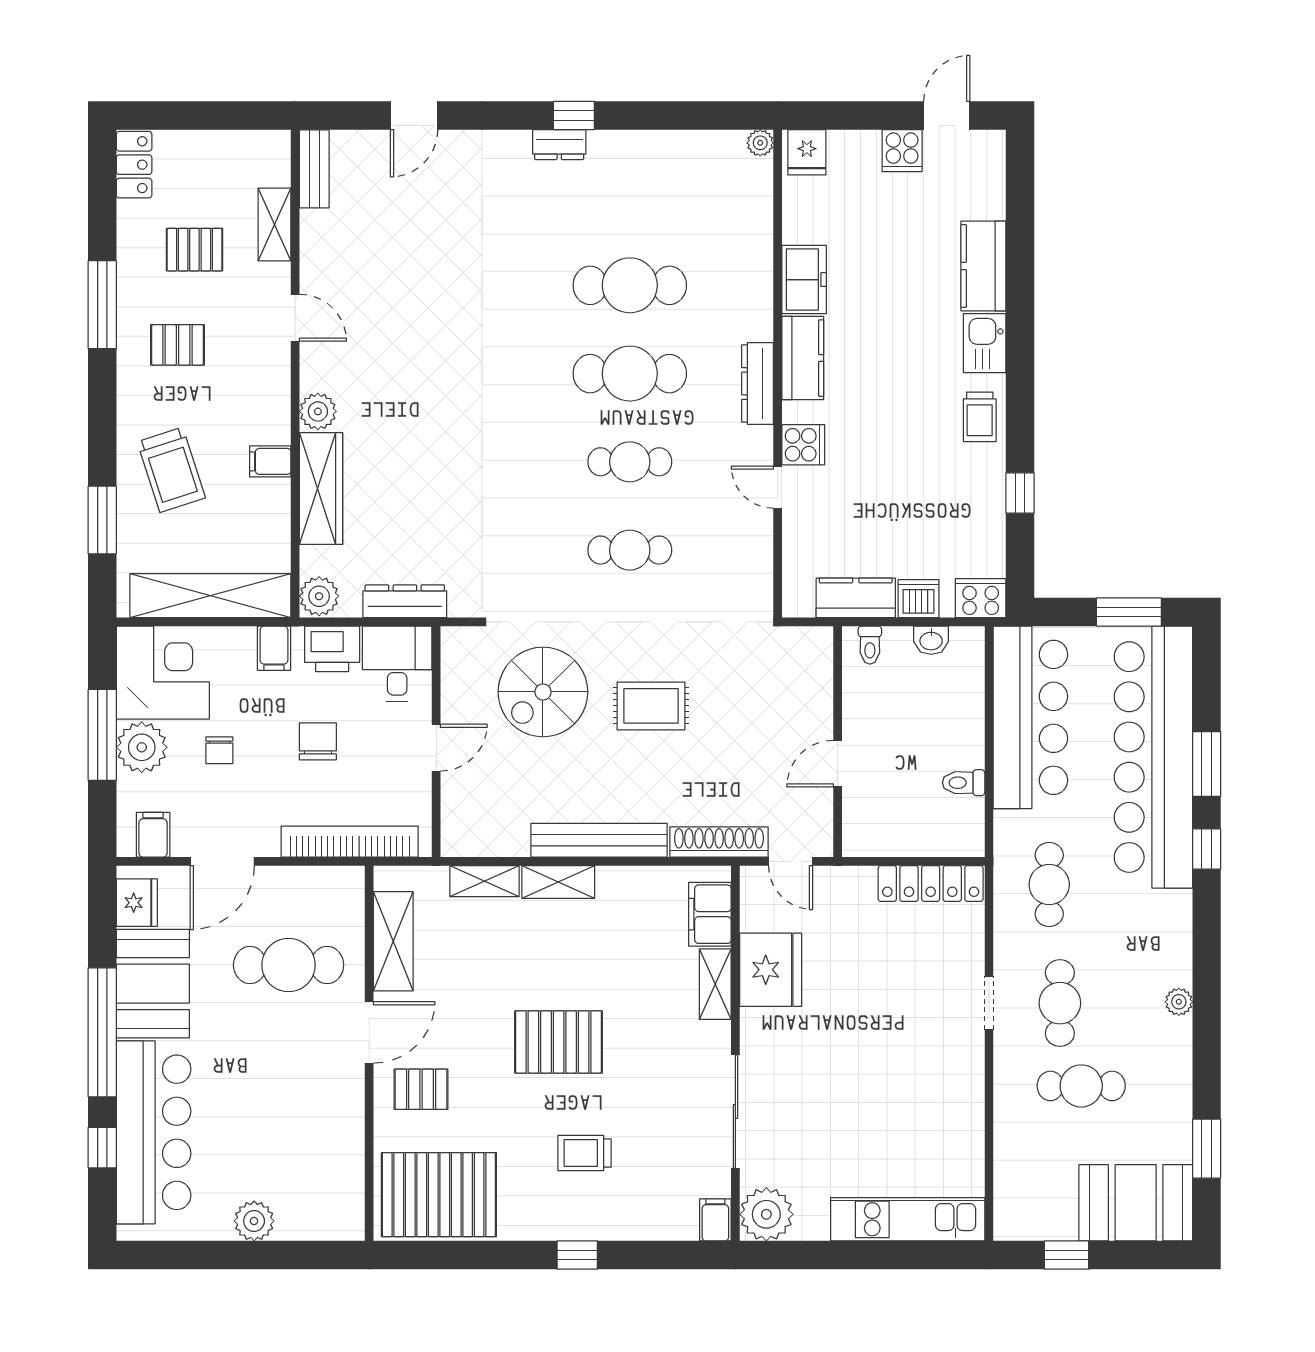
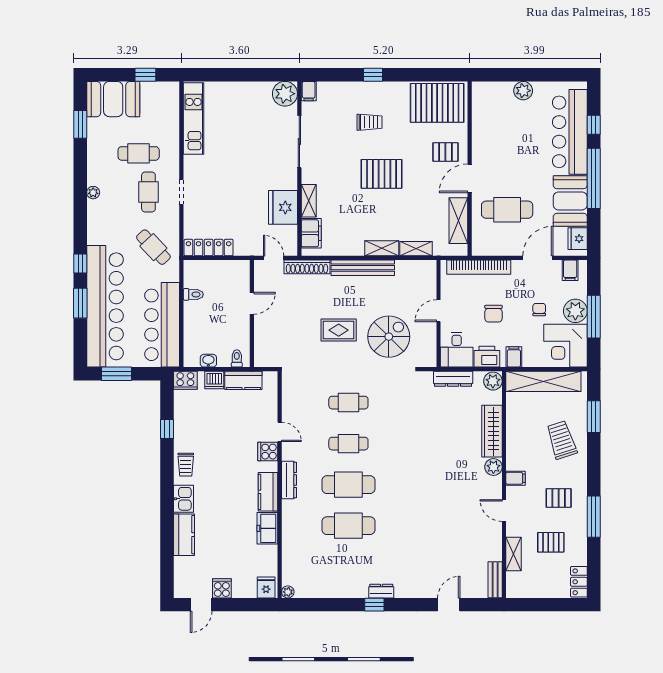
trolley: (980, 417) -> (186, 465), turned 180
filing cabinet: (270, 461) -> (516, 478), moved
cafe table: (1049, 885) -> (153, 247), turned -43
kitchen unit: (908, 1219) -> (193, 118), moved, turned -90

